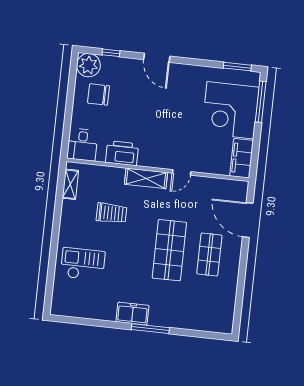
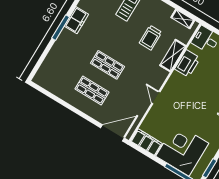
shelving: (146, 178) -> (173, 56), moved
door: (248, 220) -> (113, 133), moved
shop shelf: (169, 250) -> (107, 65), width x0.70, depth x0.74

